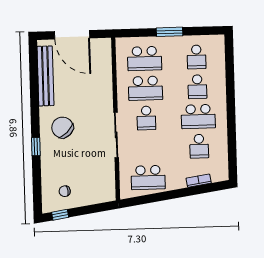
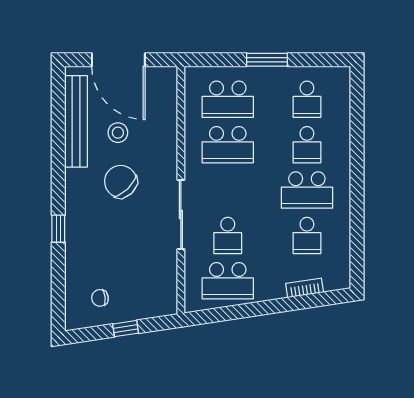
stool: (73, 82) -> (118, 133), added
school desk: (146, 118) -> (228, 235), moved
chair: (62, 128) -> (121, 182), moved
window: (60, 215) -> (126, 329), moved

